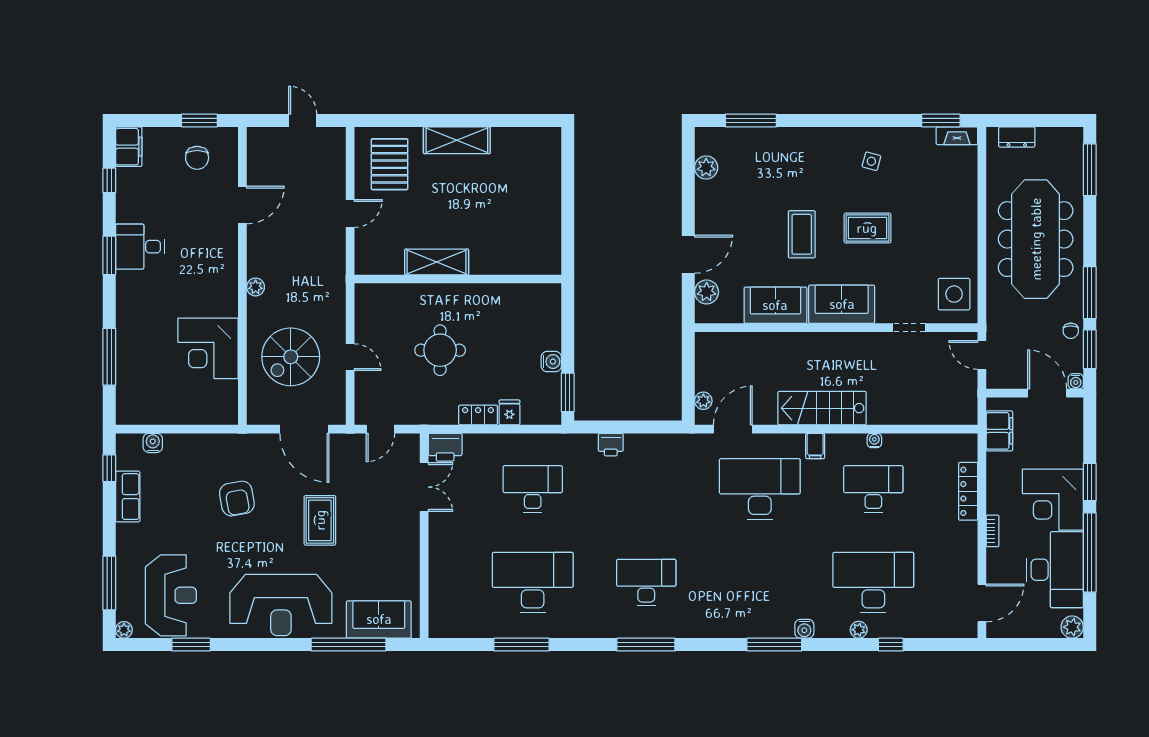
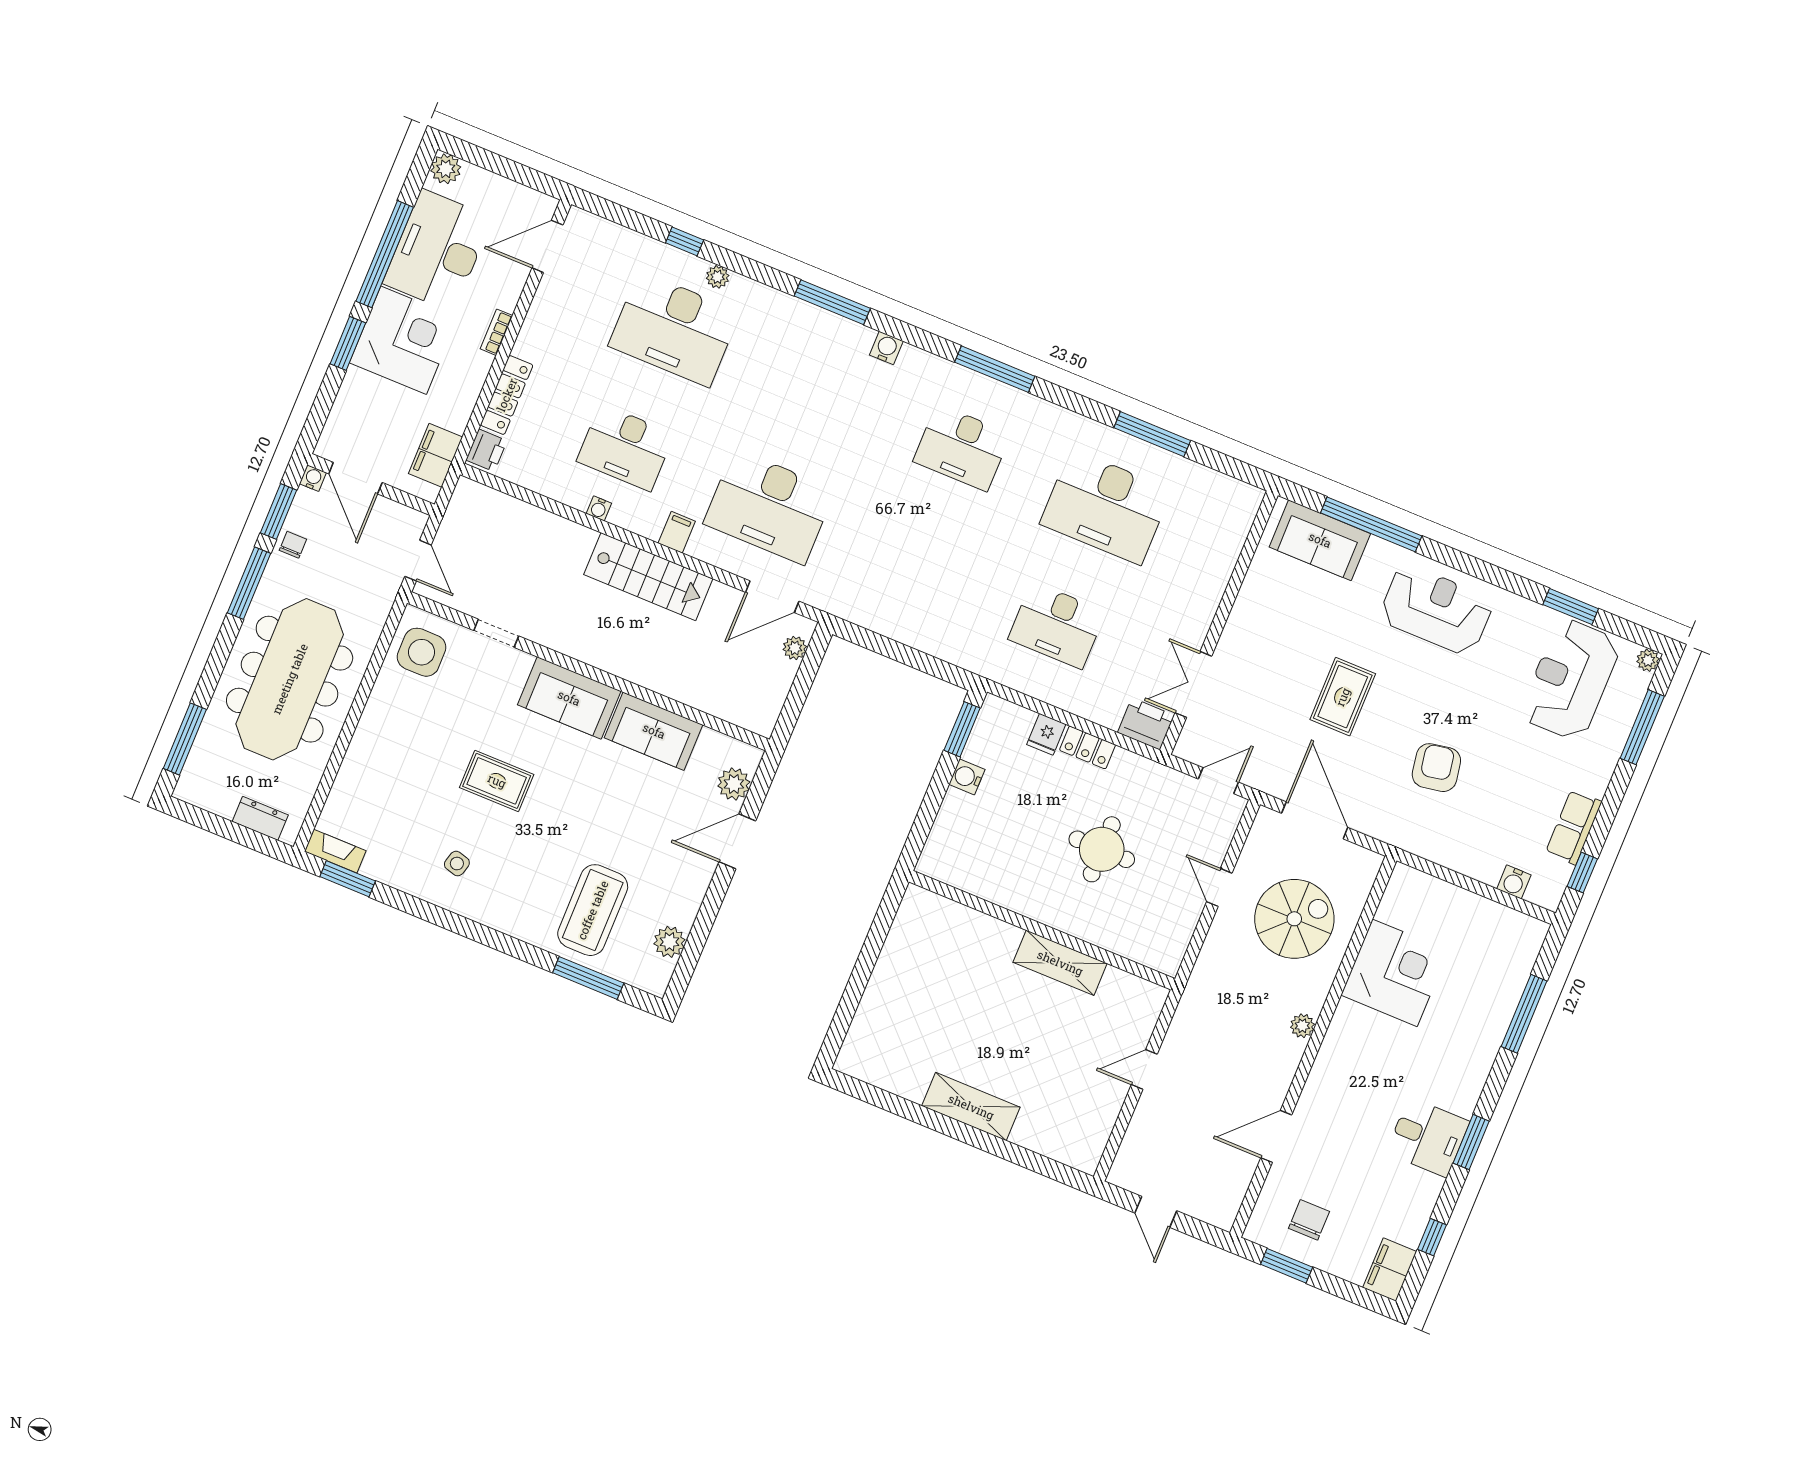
pallet: (390, 164) -> (1069, 1111), removed
coffee table: (802, 234) -> (593, 910), moved, width x1.36, depth x1.32
printer: (611, 445) -> (486, 450), moved, turned 90
reception desk: (281, 605) -> (1436, 610), width x0.74, depth x0.77
water cooler: (804, 629) -> (886, 348), moved

